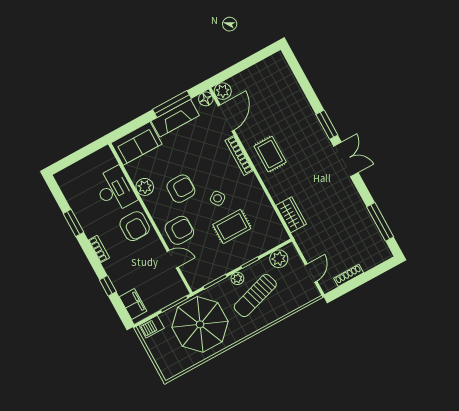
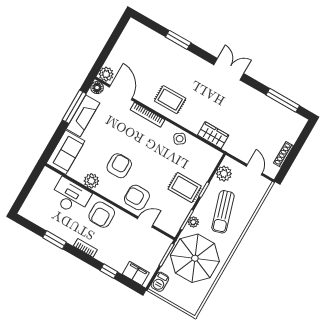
window: (327, 125) -> (178, 40), moved
side table: (218, 198) -> (180, 139), moved
armchair: (135, 226) -> (102, 215), turned 90
rug: (232, 227) -> (185, 187), moved, turned 90
armchair: (179, 230) -> (137, 197), turned -90
plant: (237, 278) -> (193, 222), moved

